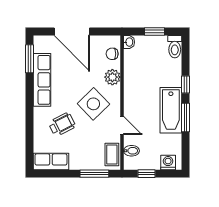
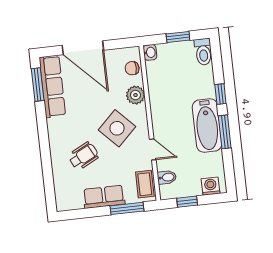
row of seats: (42, 80) -> (52, 86), moved
row of seats: (51, 161) -> (104, 197), moved

